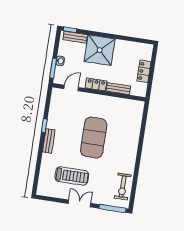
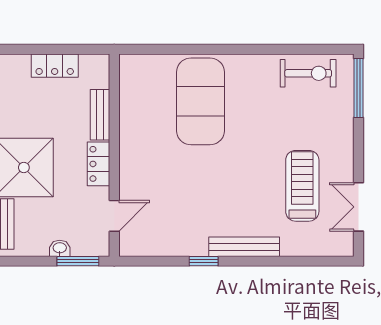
door: (71, 88) -> (114, 216), swing flipped
exercise mat: (94, 138) -> (200, 101), moved, turned 90
bench: (49, 141) -> (244, 247), width x1.36
double door: (79, 203) -> (358, 207), moved

